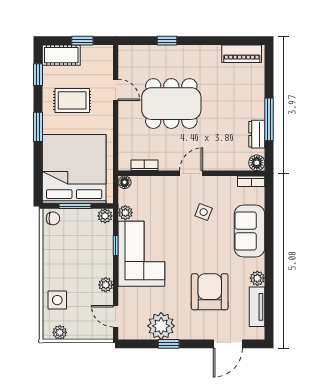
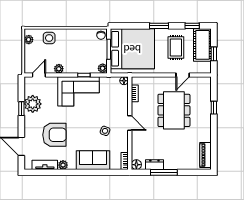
cot: (61, 55) -> (202, 45), width x1.37, depth x1.34
plant: (125, 213) -> (105, 81), removed

